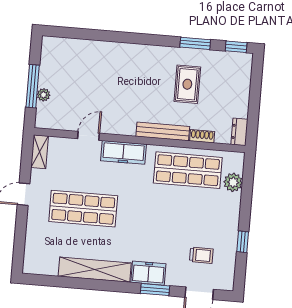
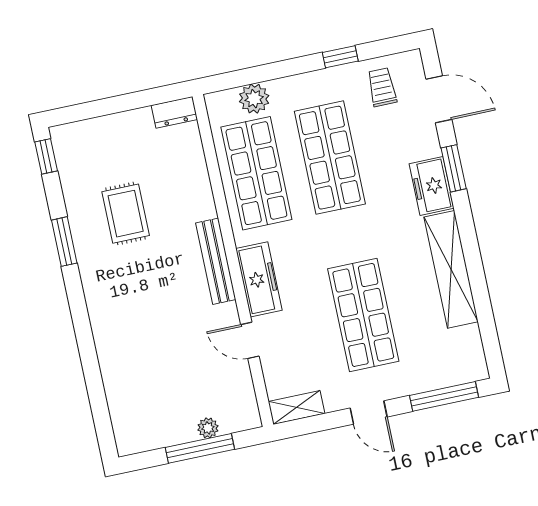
window: (195, 43) -> (64, 242), moved
rug: (187, 84) -> (126, 214), turned 90
bench: (163, 131) -> (216, 261), moved
shoe rack: (202, 136) -> (198, 167), removed
shop shelf: (184, 217) -> (330, 158), added
window: (20, 242) -> (444, 396), added
trolley: (201, 255) -> (382, 87), moved

